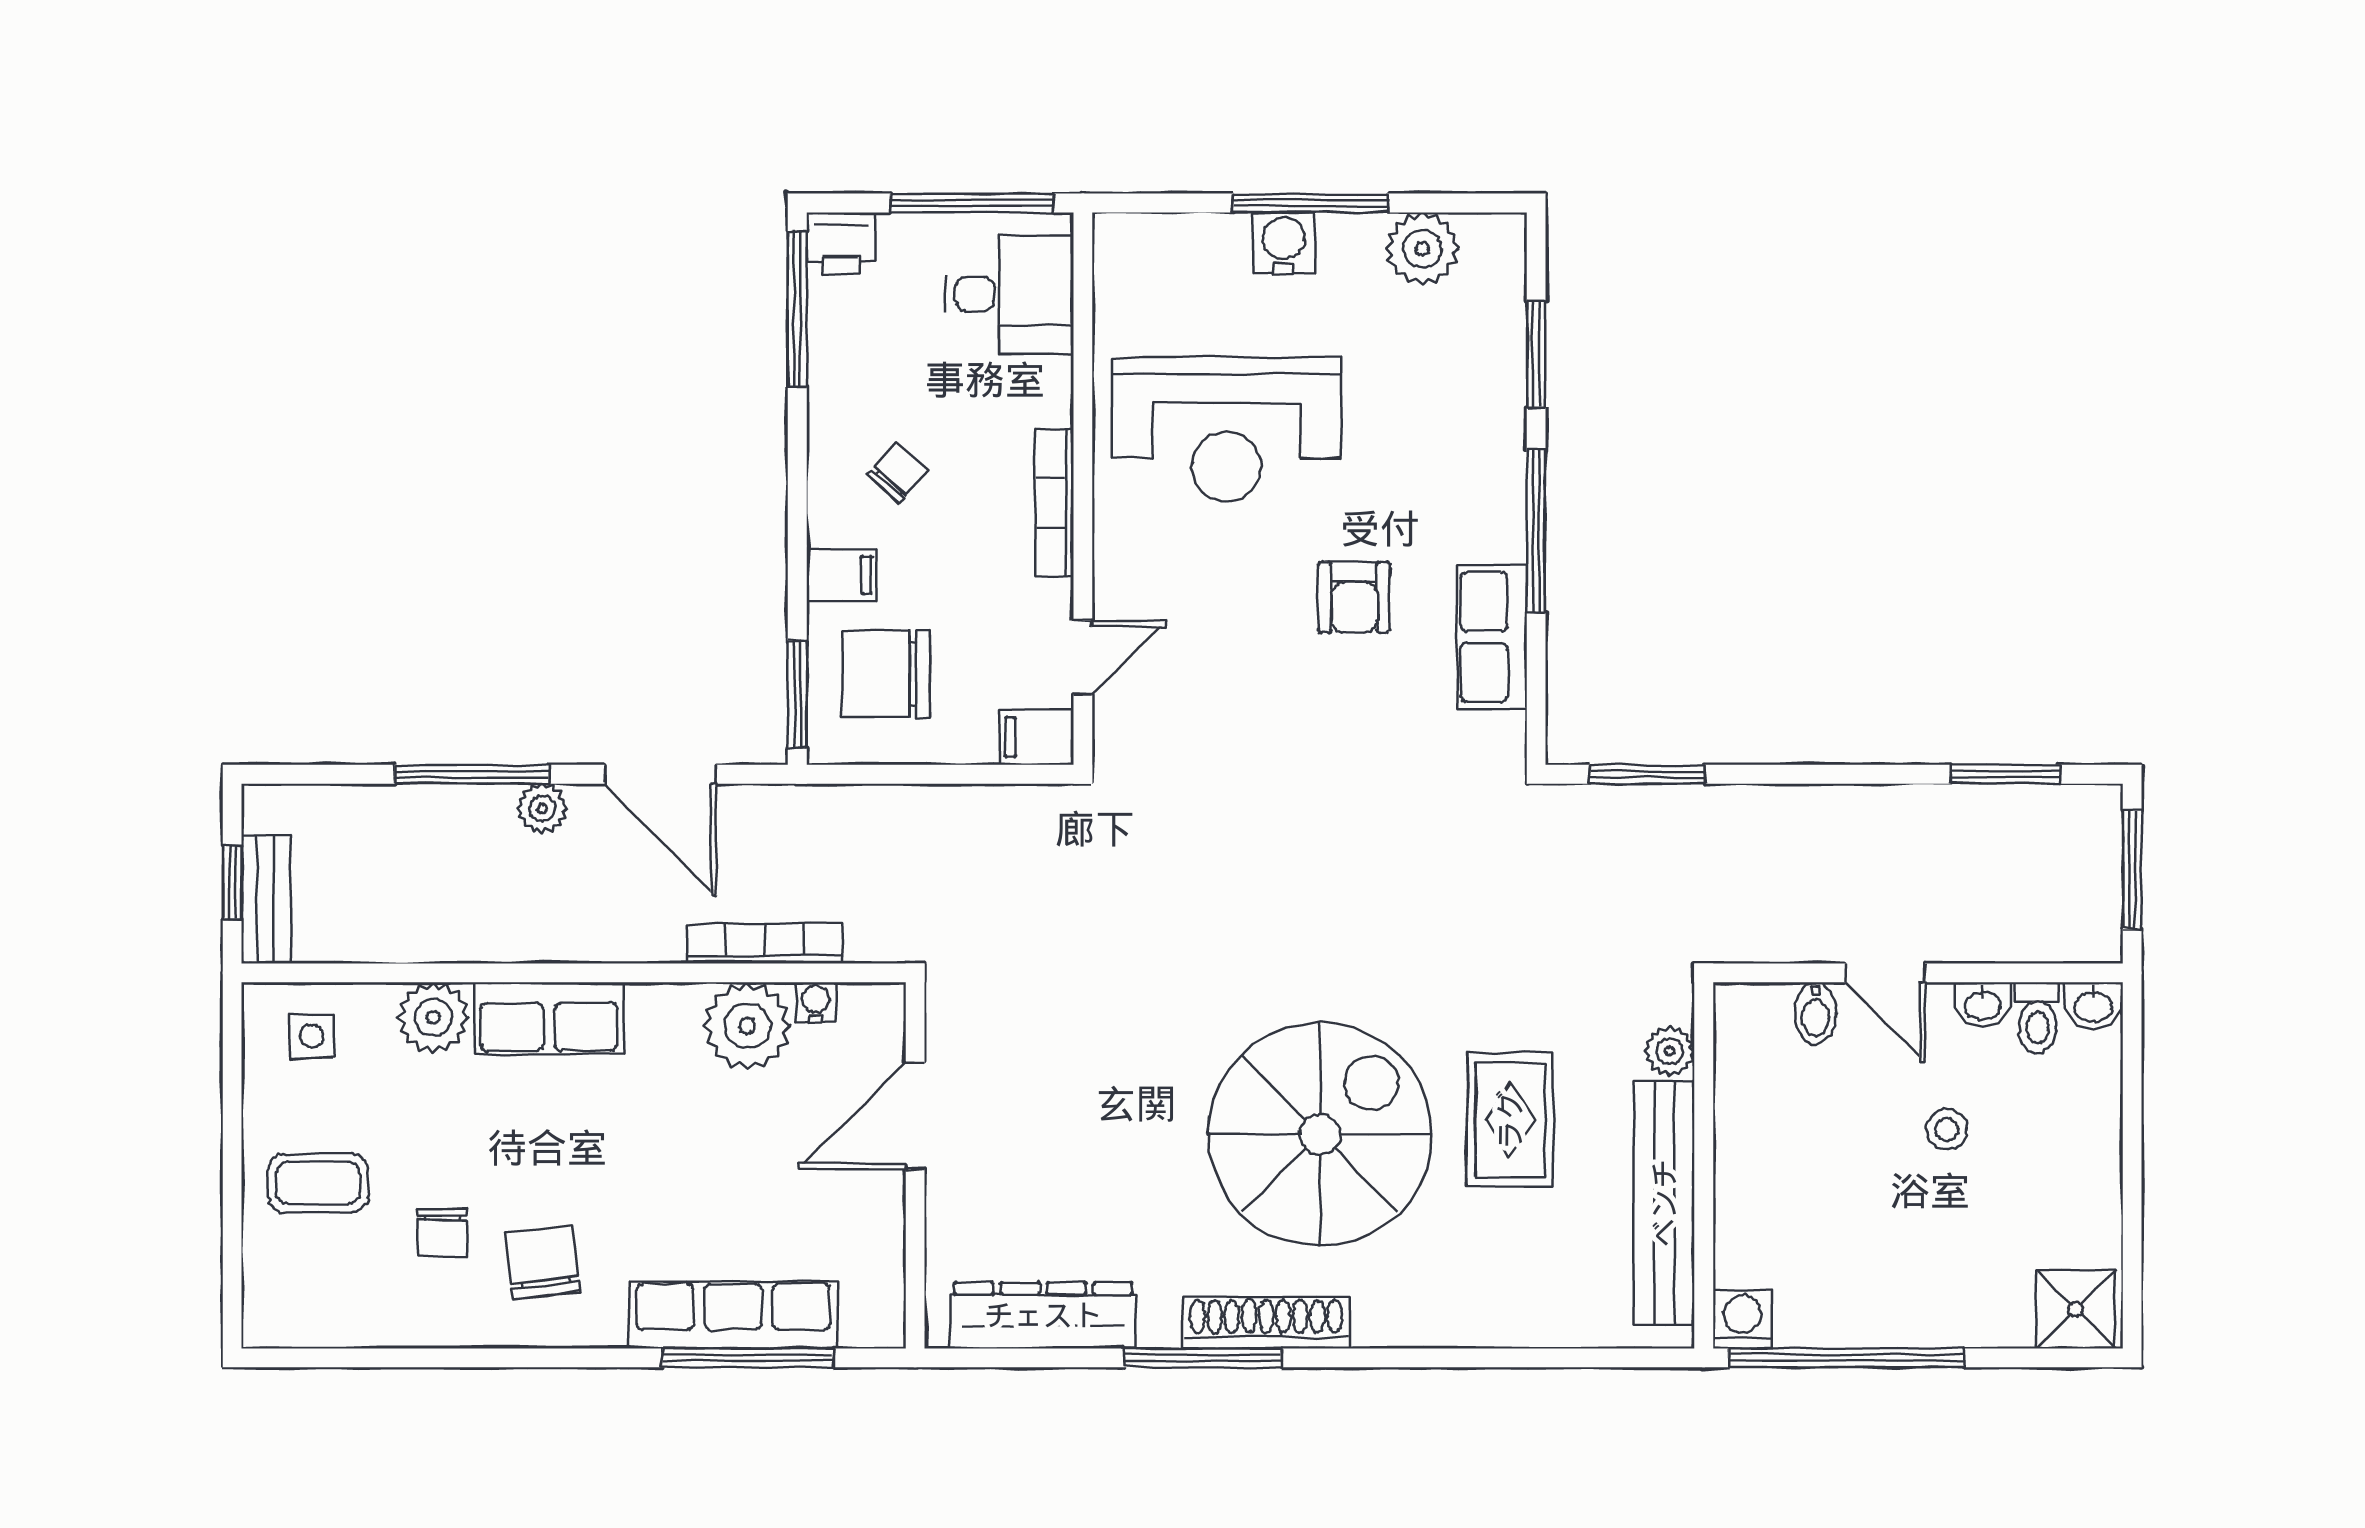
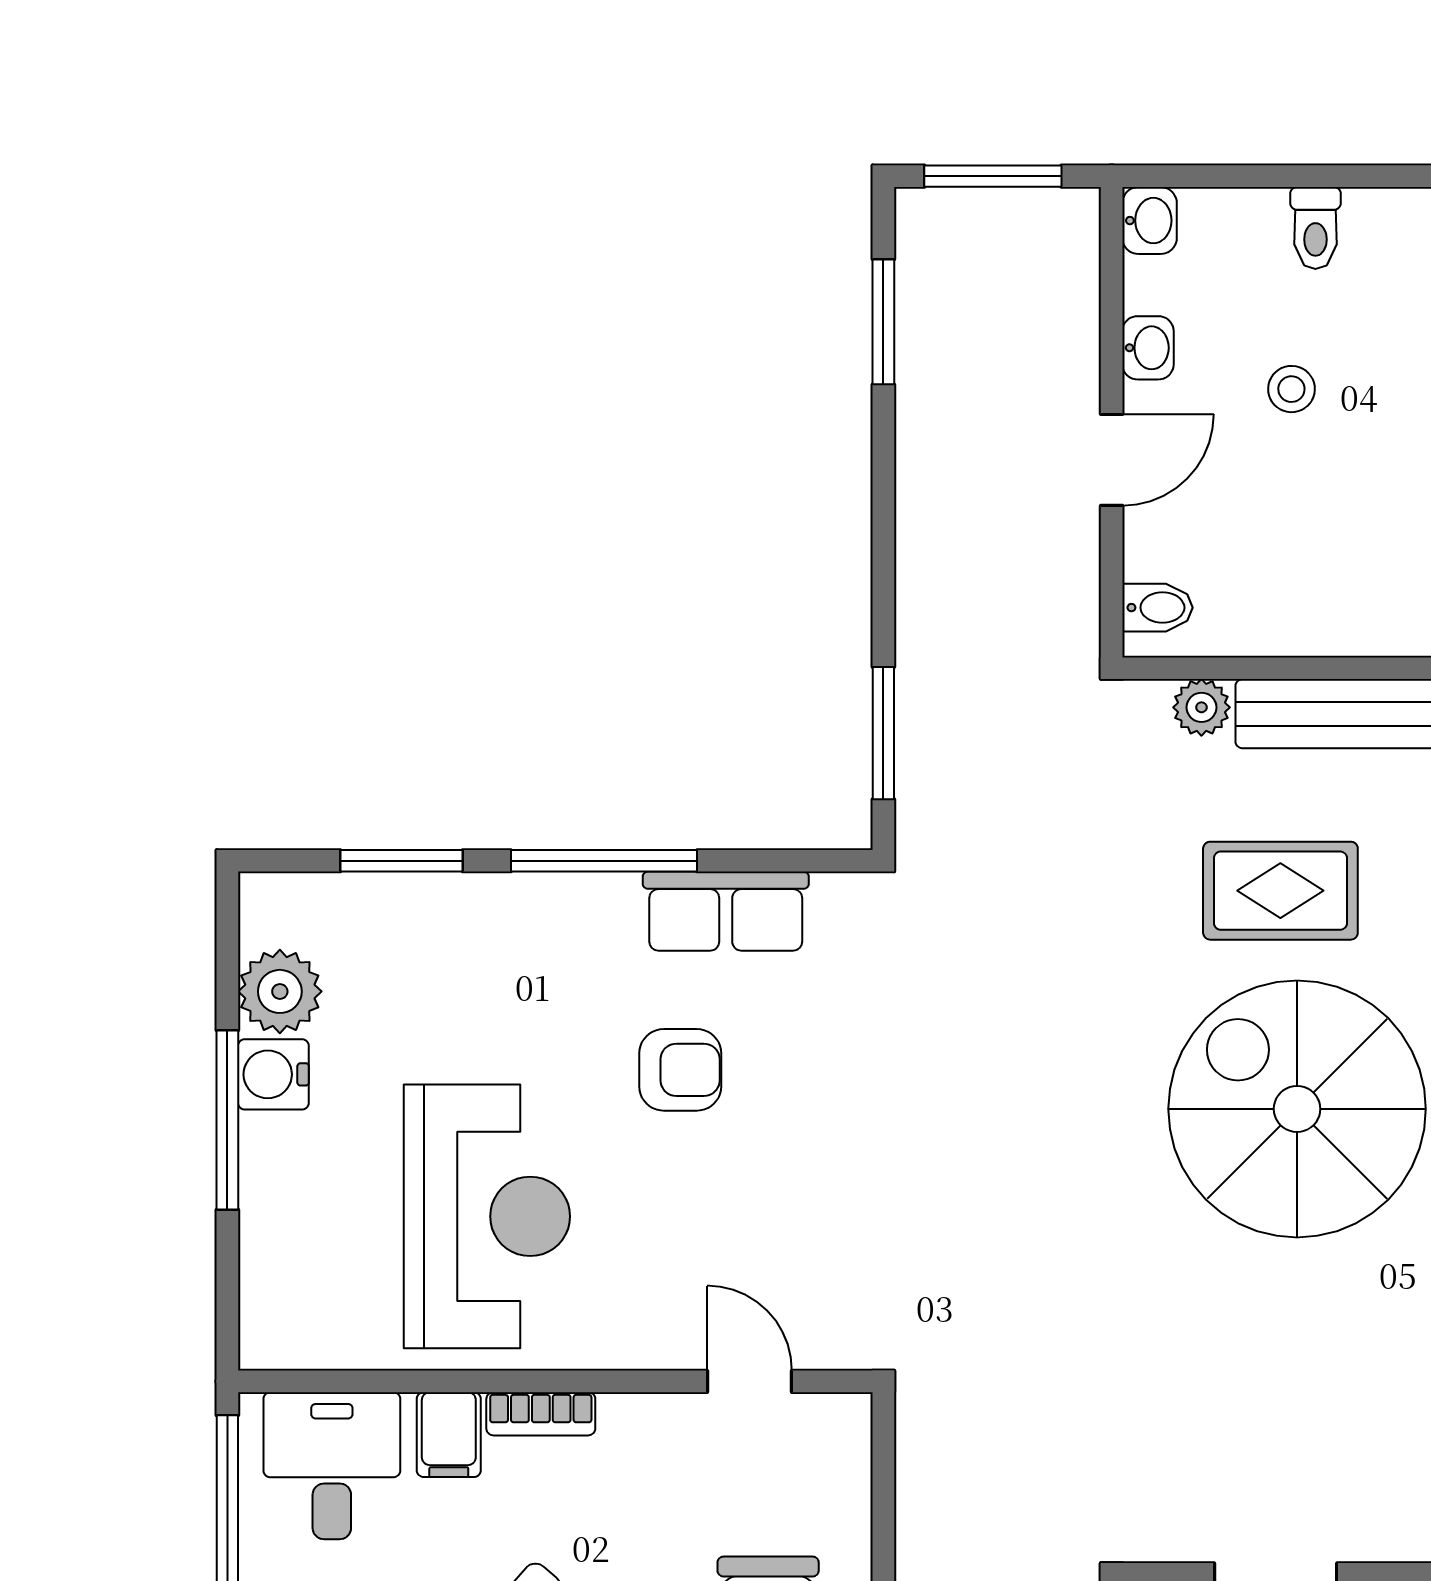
water cooler: (1284, 243) -> (273, 1074), moved
bookcase: (1055, 503) -> (541, 1414), width x0.64
filing cabinet: (1036, 737) -> (449, 1435), moved
bidet: (1816, 1013) -> (1158, 608), moved
toilet: (2037, 1018) -> (1315, 228), moved, turned 90

